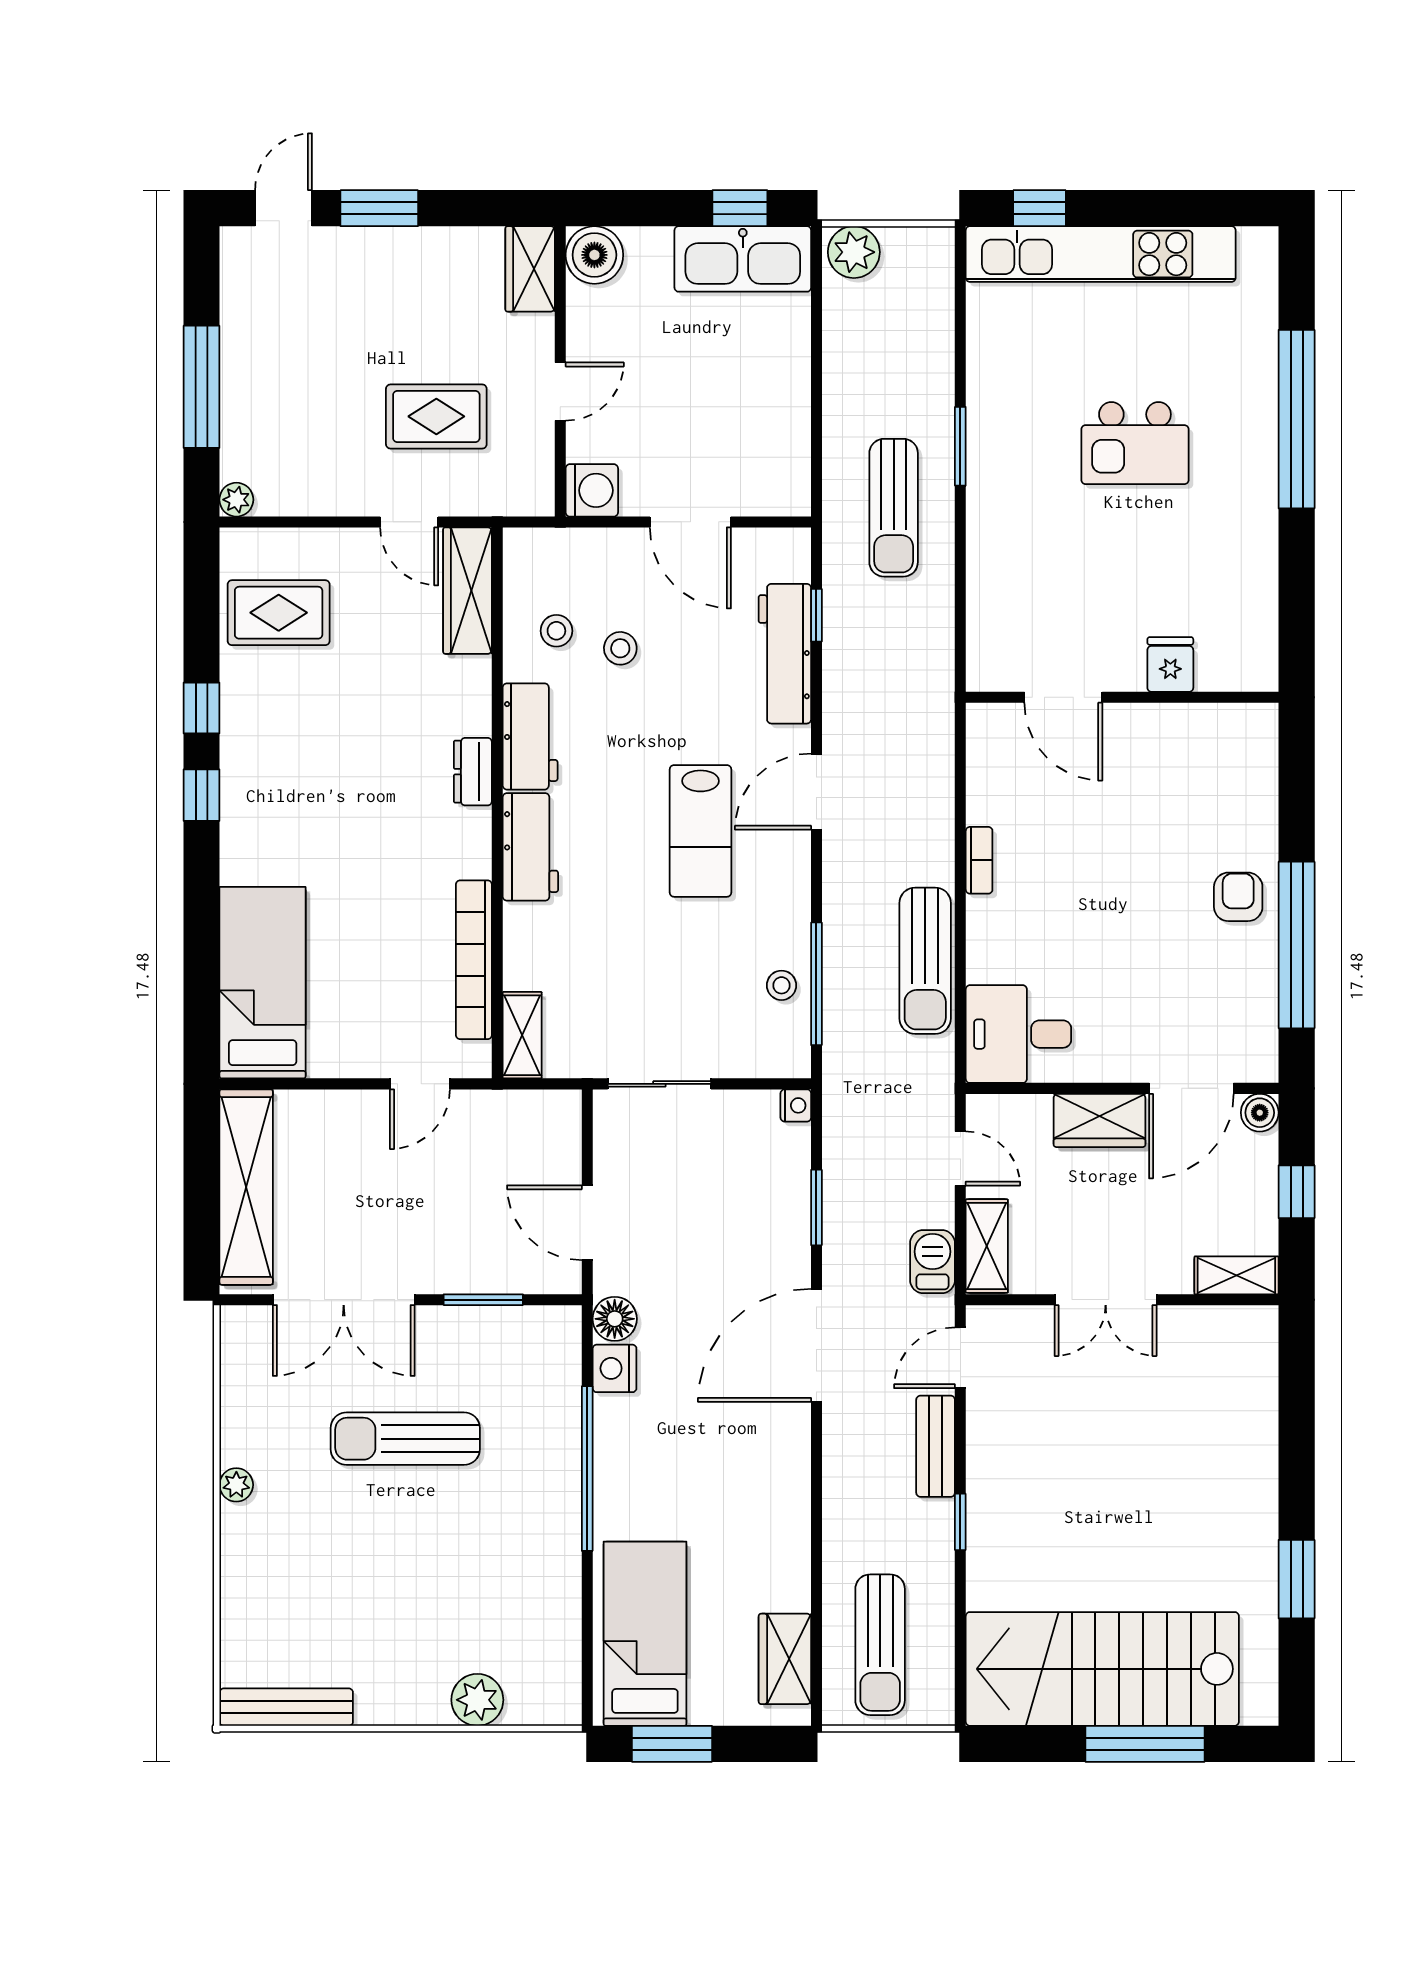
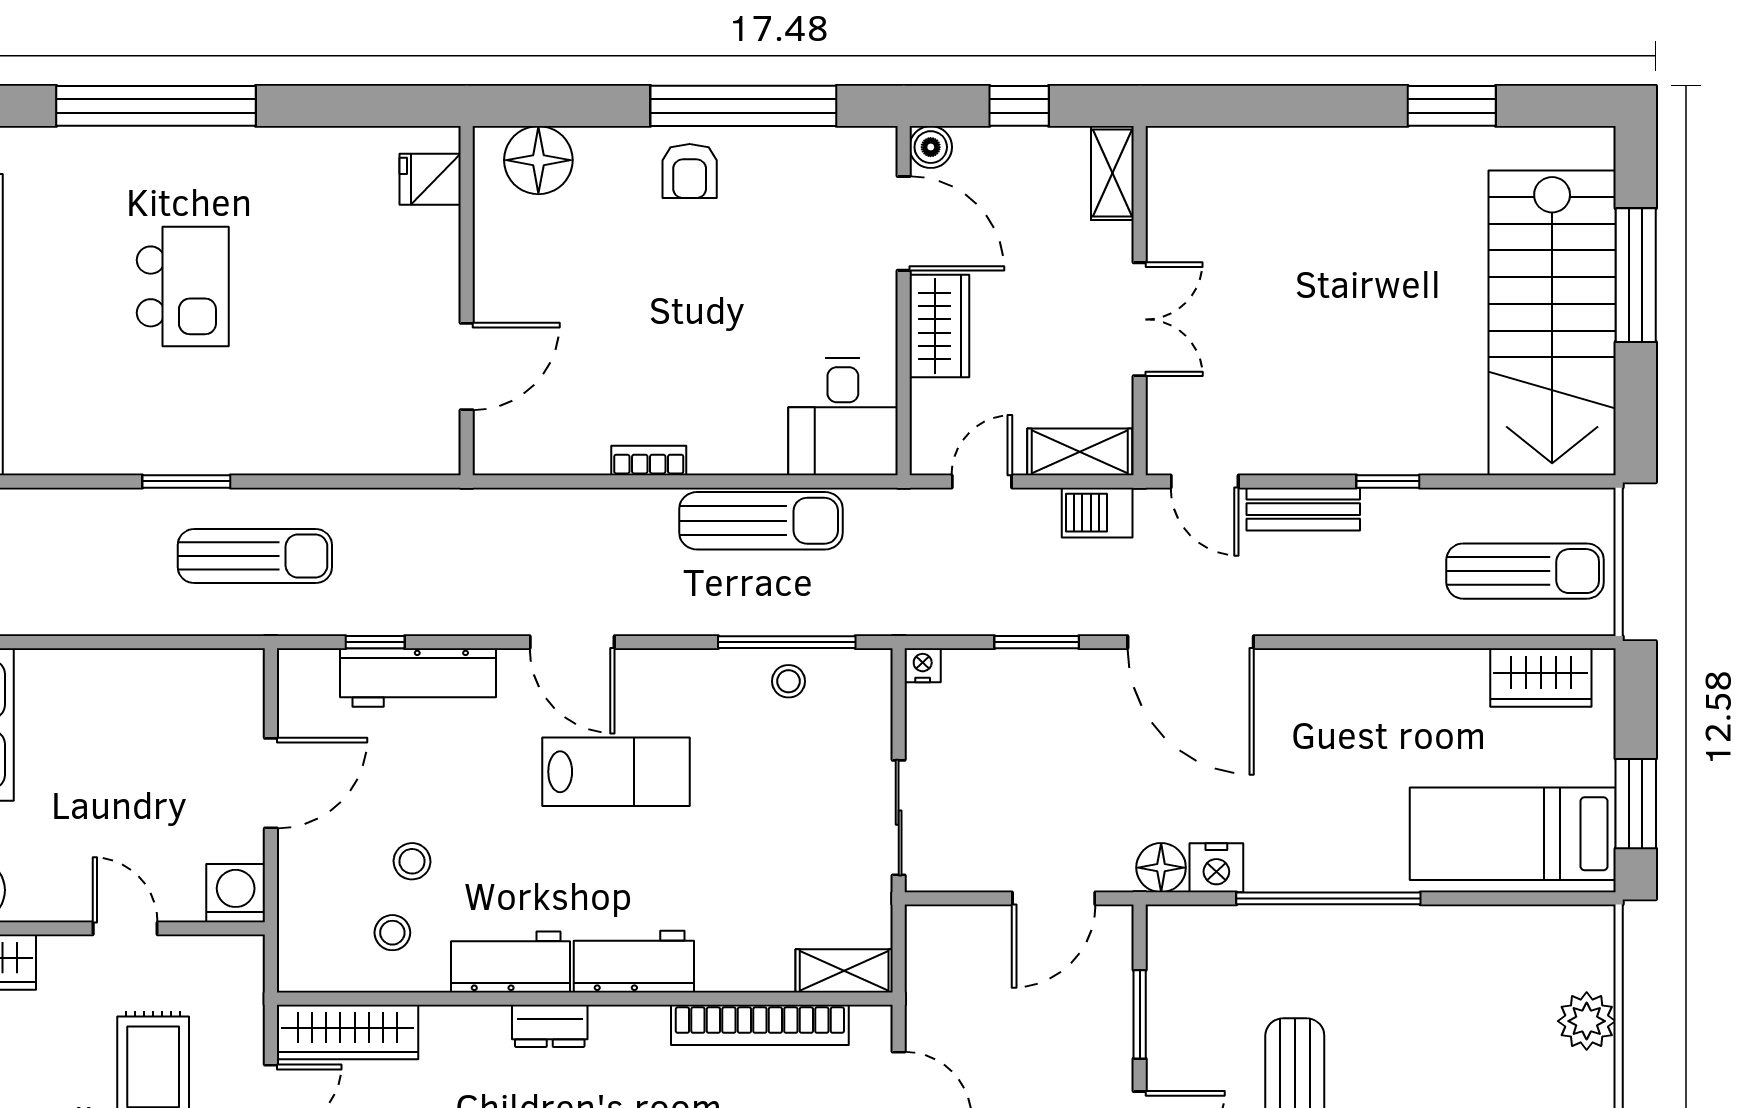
fridge: (1170, 665) -> (430, 179), moved
floor lamp: (1248, 761) -> (538, 160), added
armchair: (1238, 897) -> (690, 171), turned -90

